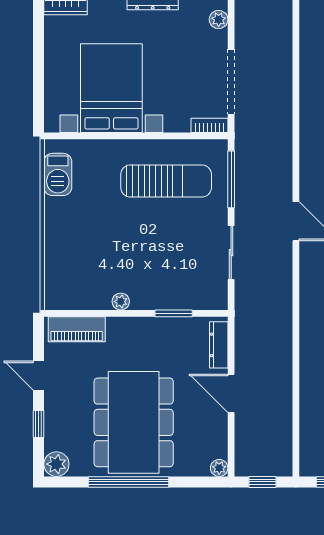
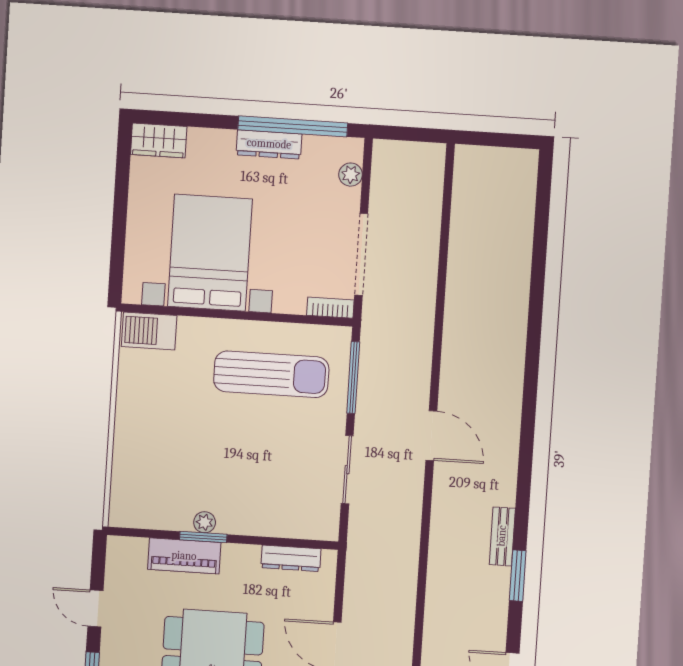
barbecue: (58, 174) -> (149, 331), moved, turned 90
window: (174, 313) -> (203, 537), moved
piano: (77, 329) -> (184, 556), moved
dresser: (219, 345) -> (291, 558), moved, turned -90

